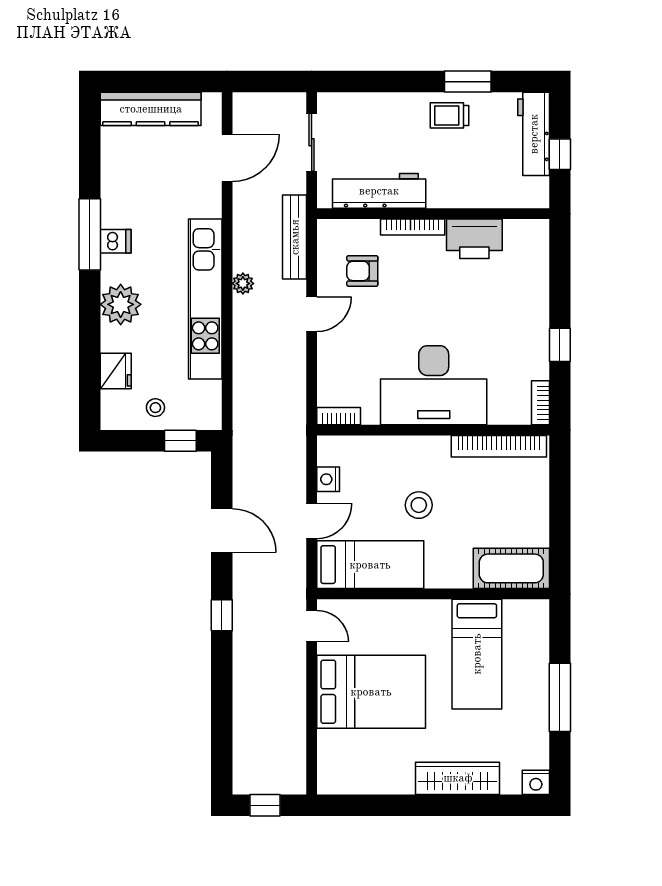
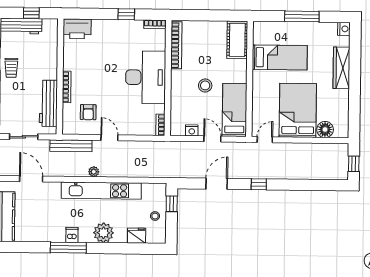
printer: (474, 239) -> (77, 29), moved, turned 90
floor lamp: (333, 747) -> (325, 129), added

